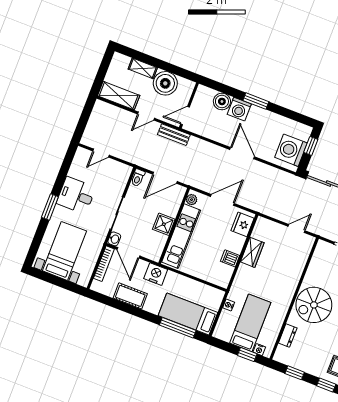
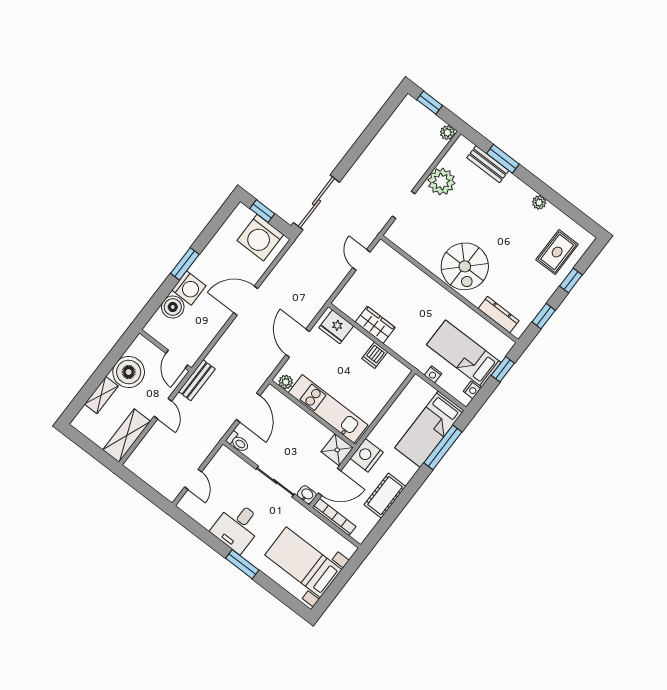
shower: (164, 224) -> (337, 450), moved
dresser: (288, 336) -> (499, 315), width x1.44
nightstand: (259, 350) -> (472, 390), moved

